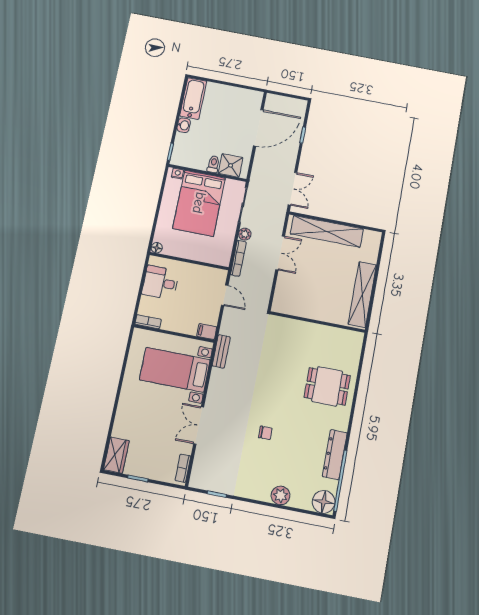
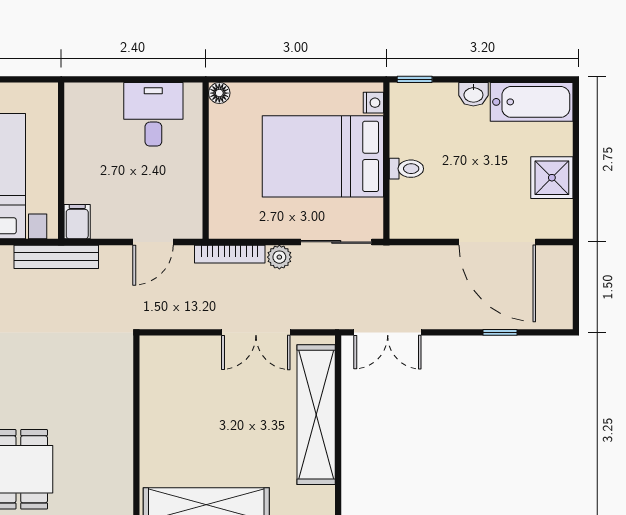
shower: (231, 165) -> (552, 178), moved
bookcase: (148, 322) -> (74, 107), removed
bench: (221, 351) -> (56, 257), width x1.36

